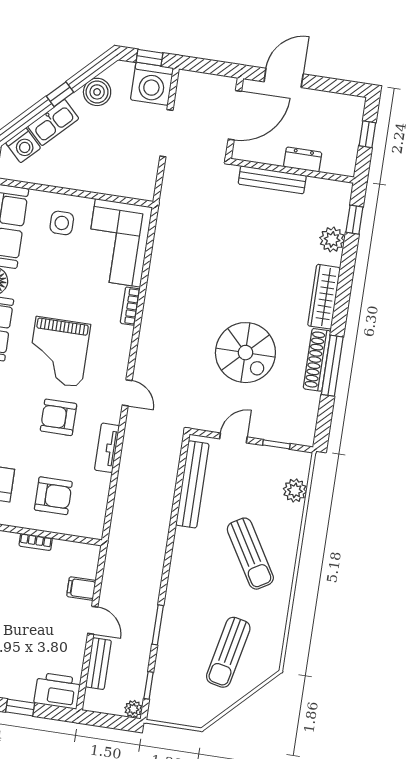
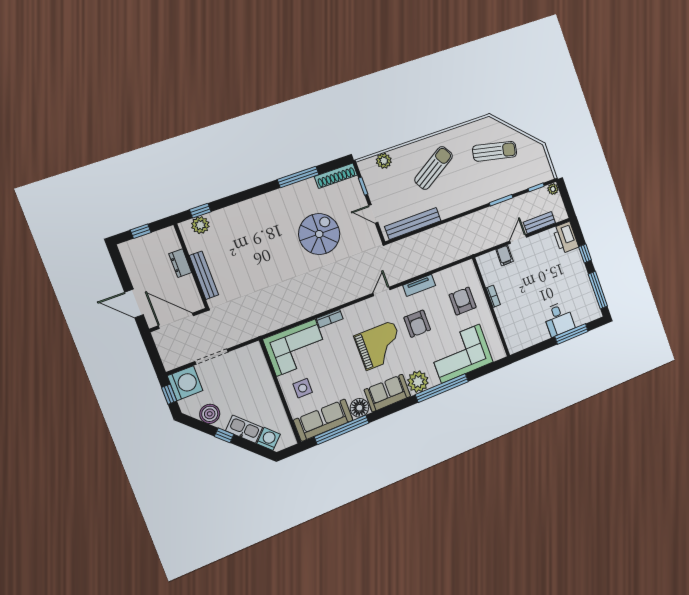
plant: (332, 239) -> (200, 225), moved
wardrobe: (324, 297) -> (259, 204), removed
shoe rack: (317, 360) -> (336, 176), moved

